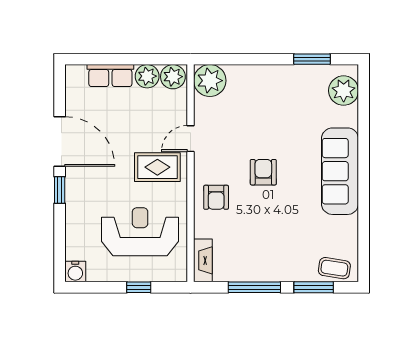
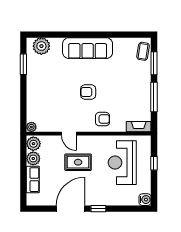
plant: (210, 81) -> (31, 127), width x0.53, depth x0.53
rug: (157, 167) -> (78, 162), moved, turned 90

